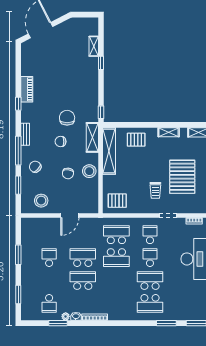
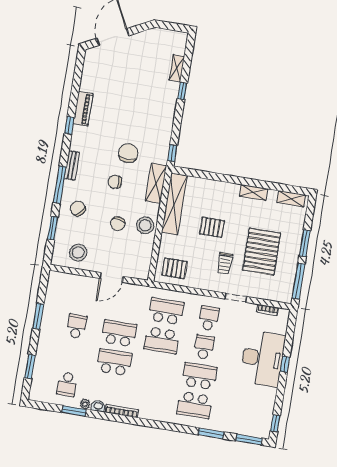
pallet: (136, 140) -> (212, 227), moved

